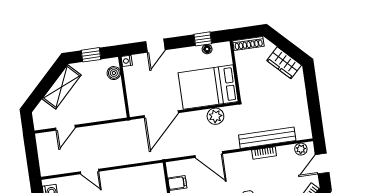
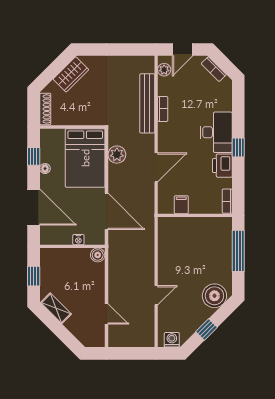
door: (155, 46) -> (34, 207), width x1.87
floor lamp: (207, 49) -> (45, 169), moved
nightstand: (127, 61) -> (78, 240), moved
boiler: (114, 73) -> (98, 255), moved
shelving: (62, 87) -> (56, 308), width x0.67, depth x0.75
door: (322, 164) -> (183, 50), hinge flipped

